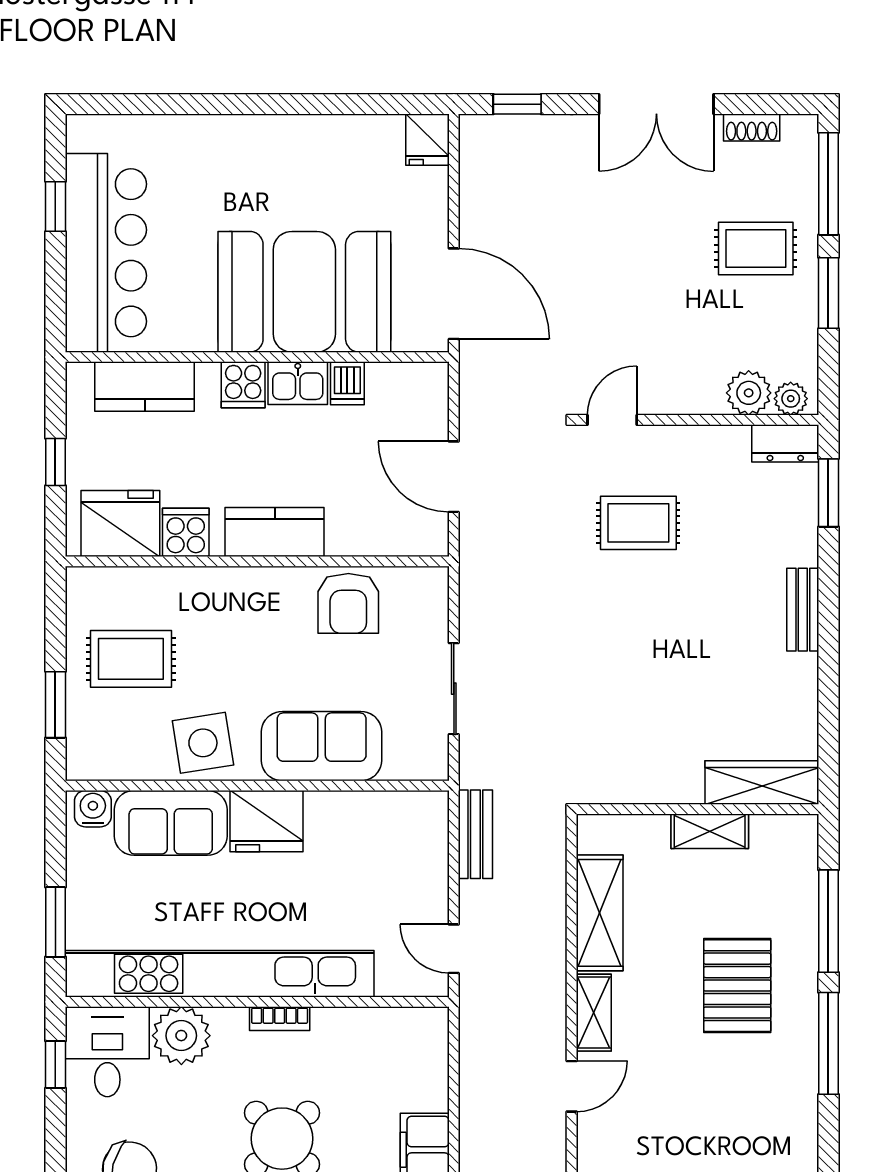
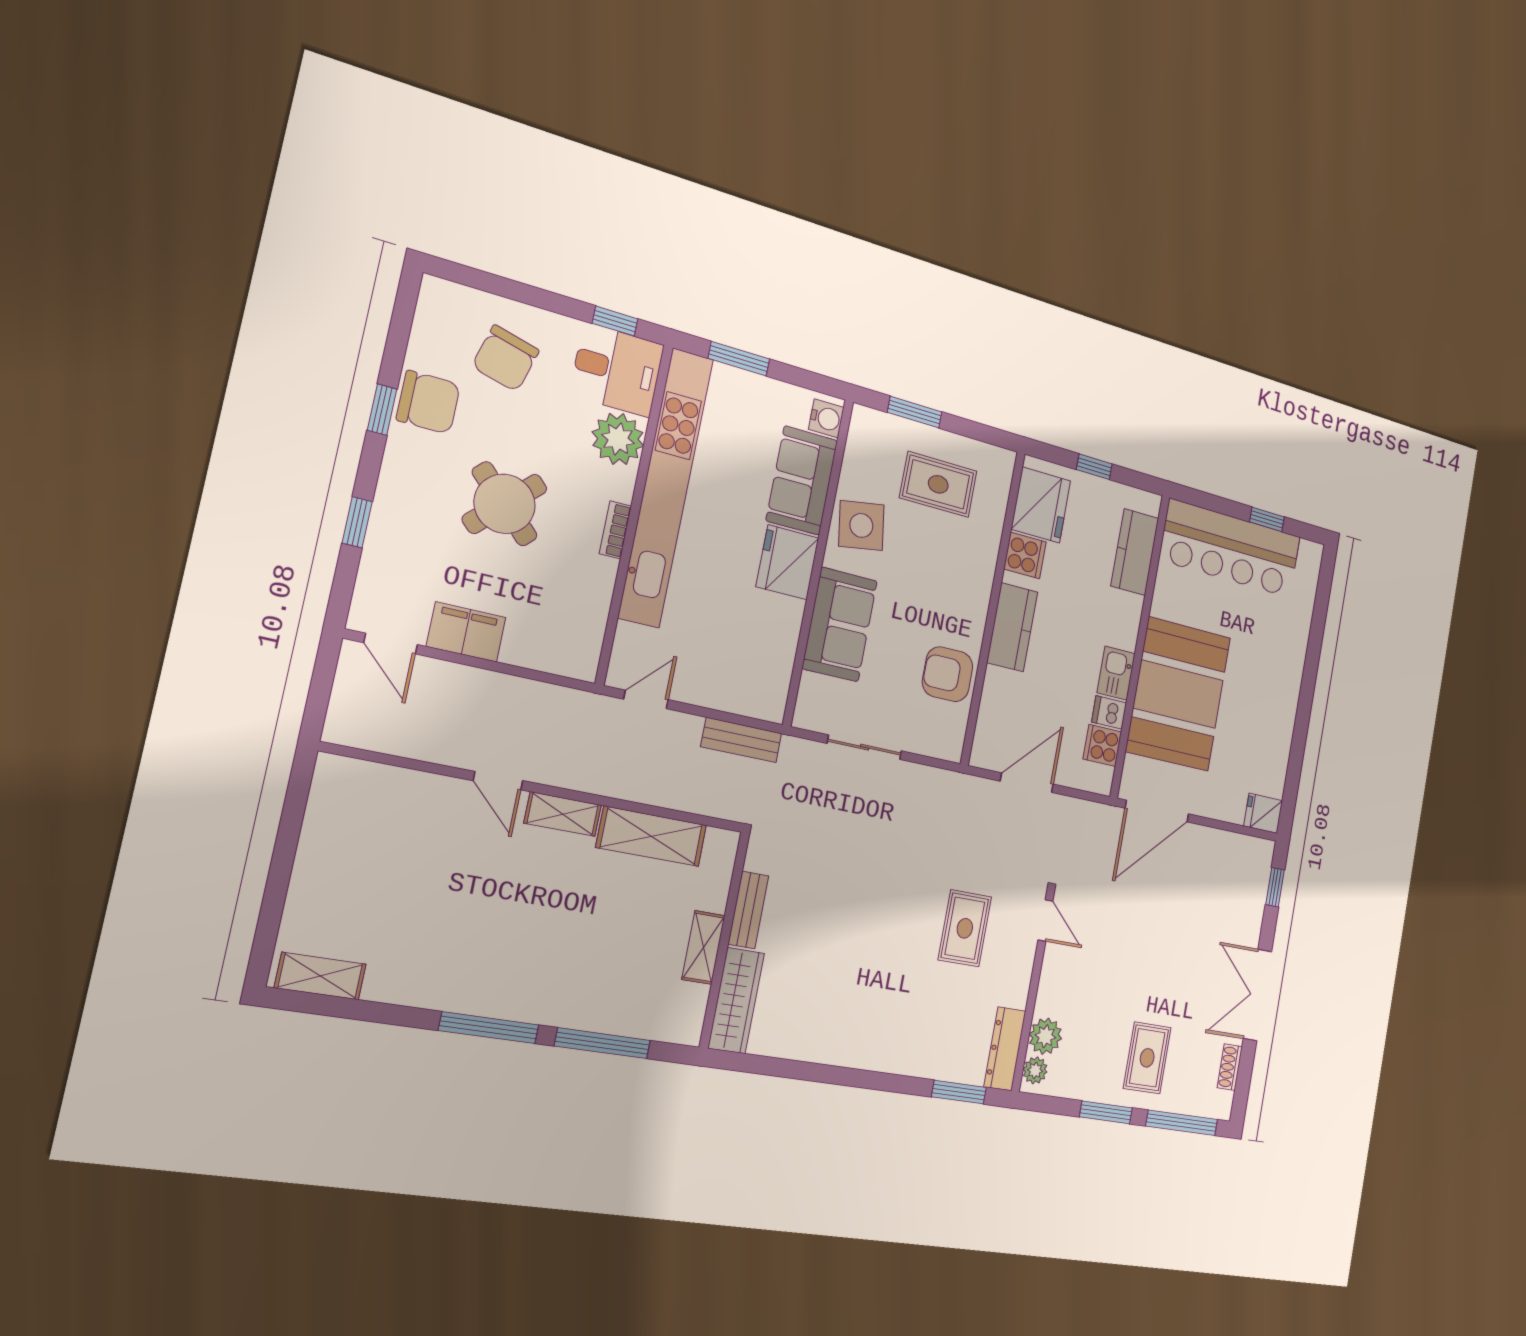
cooker: (243, 385) -> (1102, 745), moved
dresser: (785, 443) -> (1005, 1049), width x1.44
bench: (803, 610) -> (748, 910), moved, turned 90
rug: (131, 659) -> (938, 484), turned 90
pallet: (737, 986) -> (561, 950), removed

